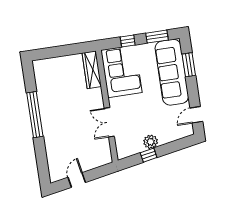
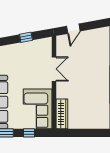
plant: (151, 142) -> (23, 48), removed
door: (77, 180) -> (73, 29), moved

